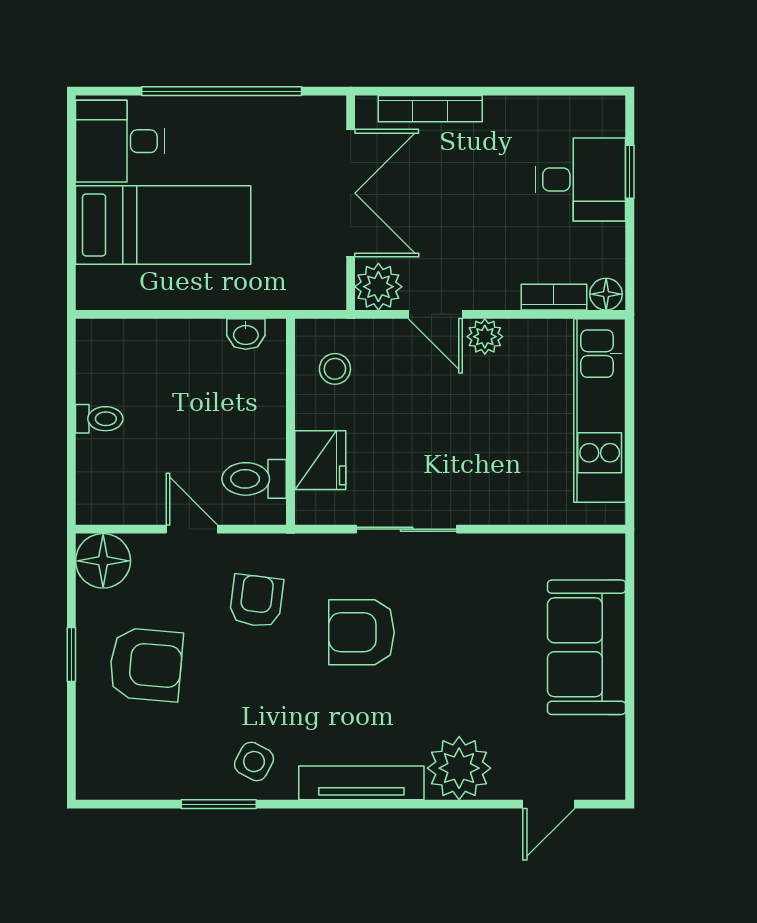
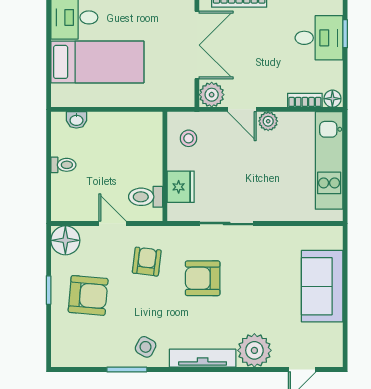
washbasin: (246, 334) -> (76, 120), moved

